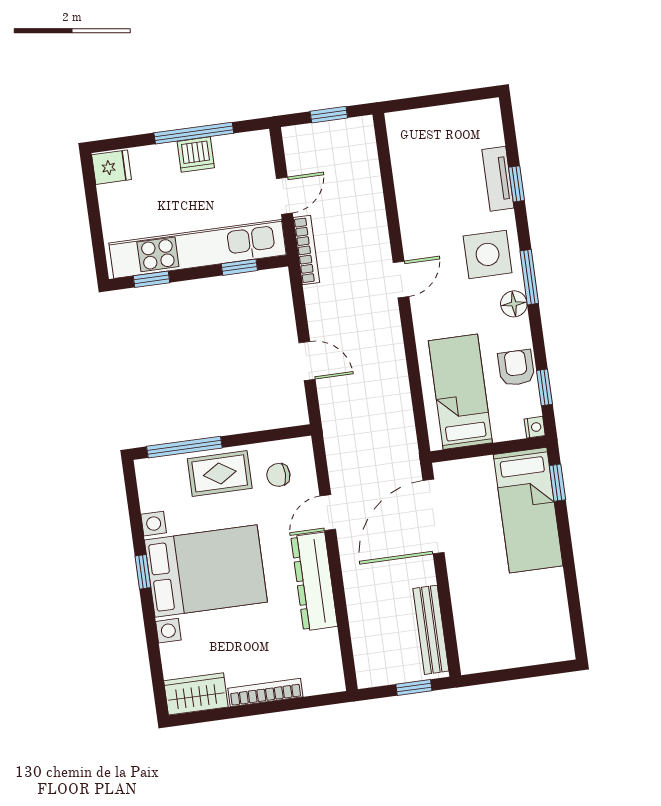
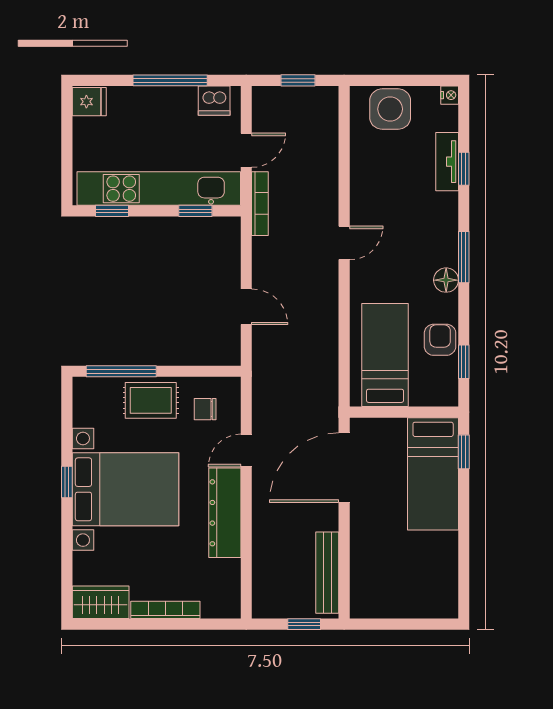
dishwasher: (196, 155) -> (214, 101), moved
side table: (488, 254) -> (390, 109), moved
nightstand: (535, 427) -> (450, 95), moved

